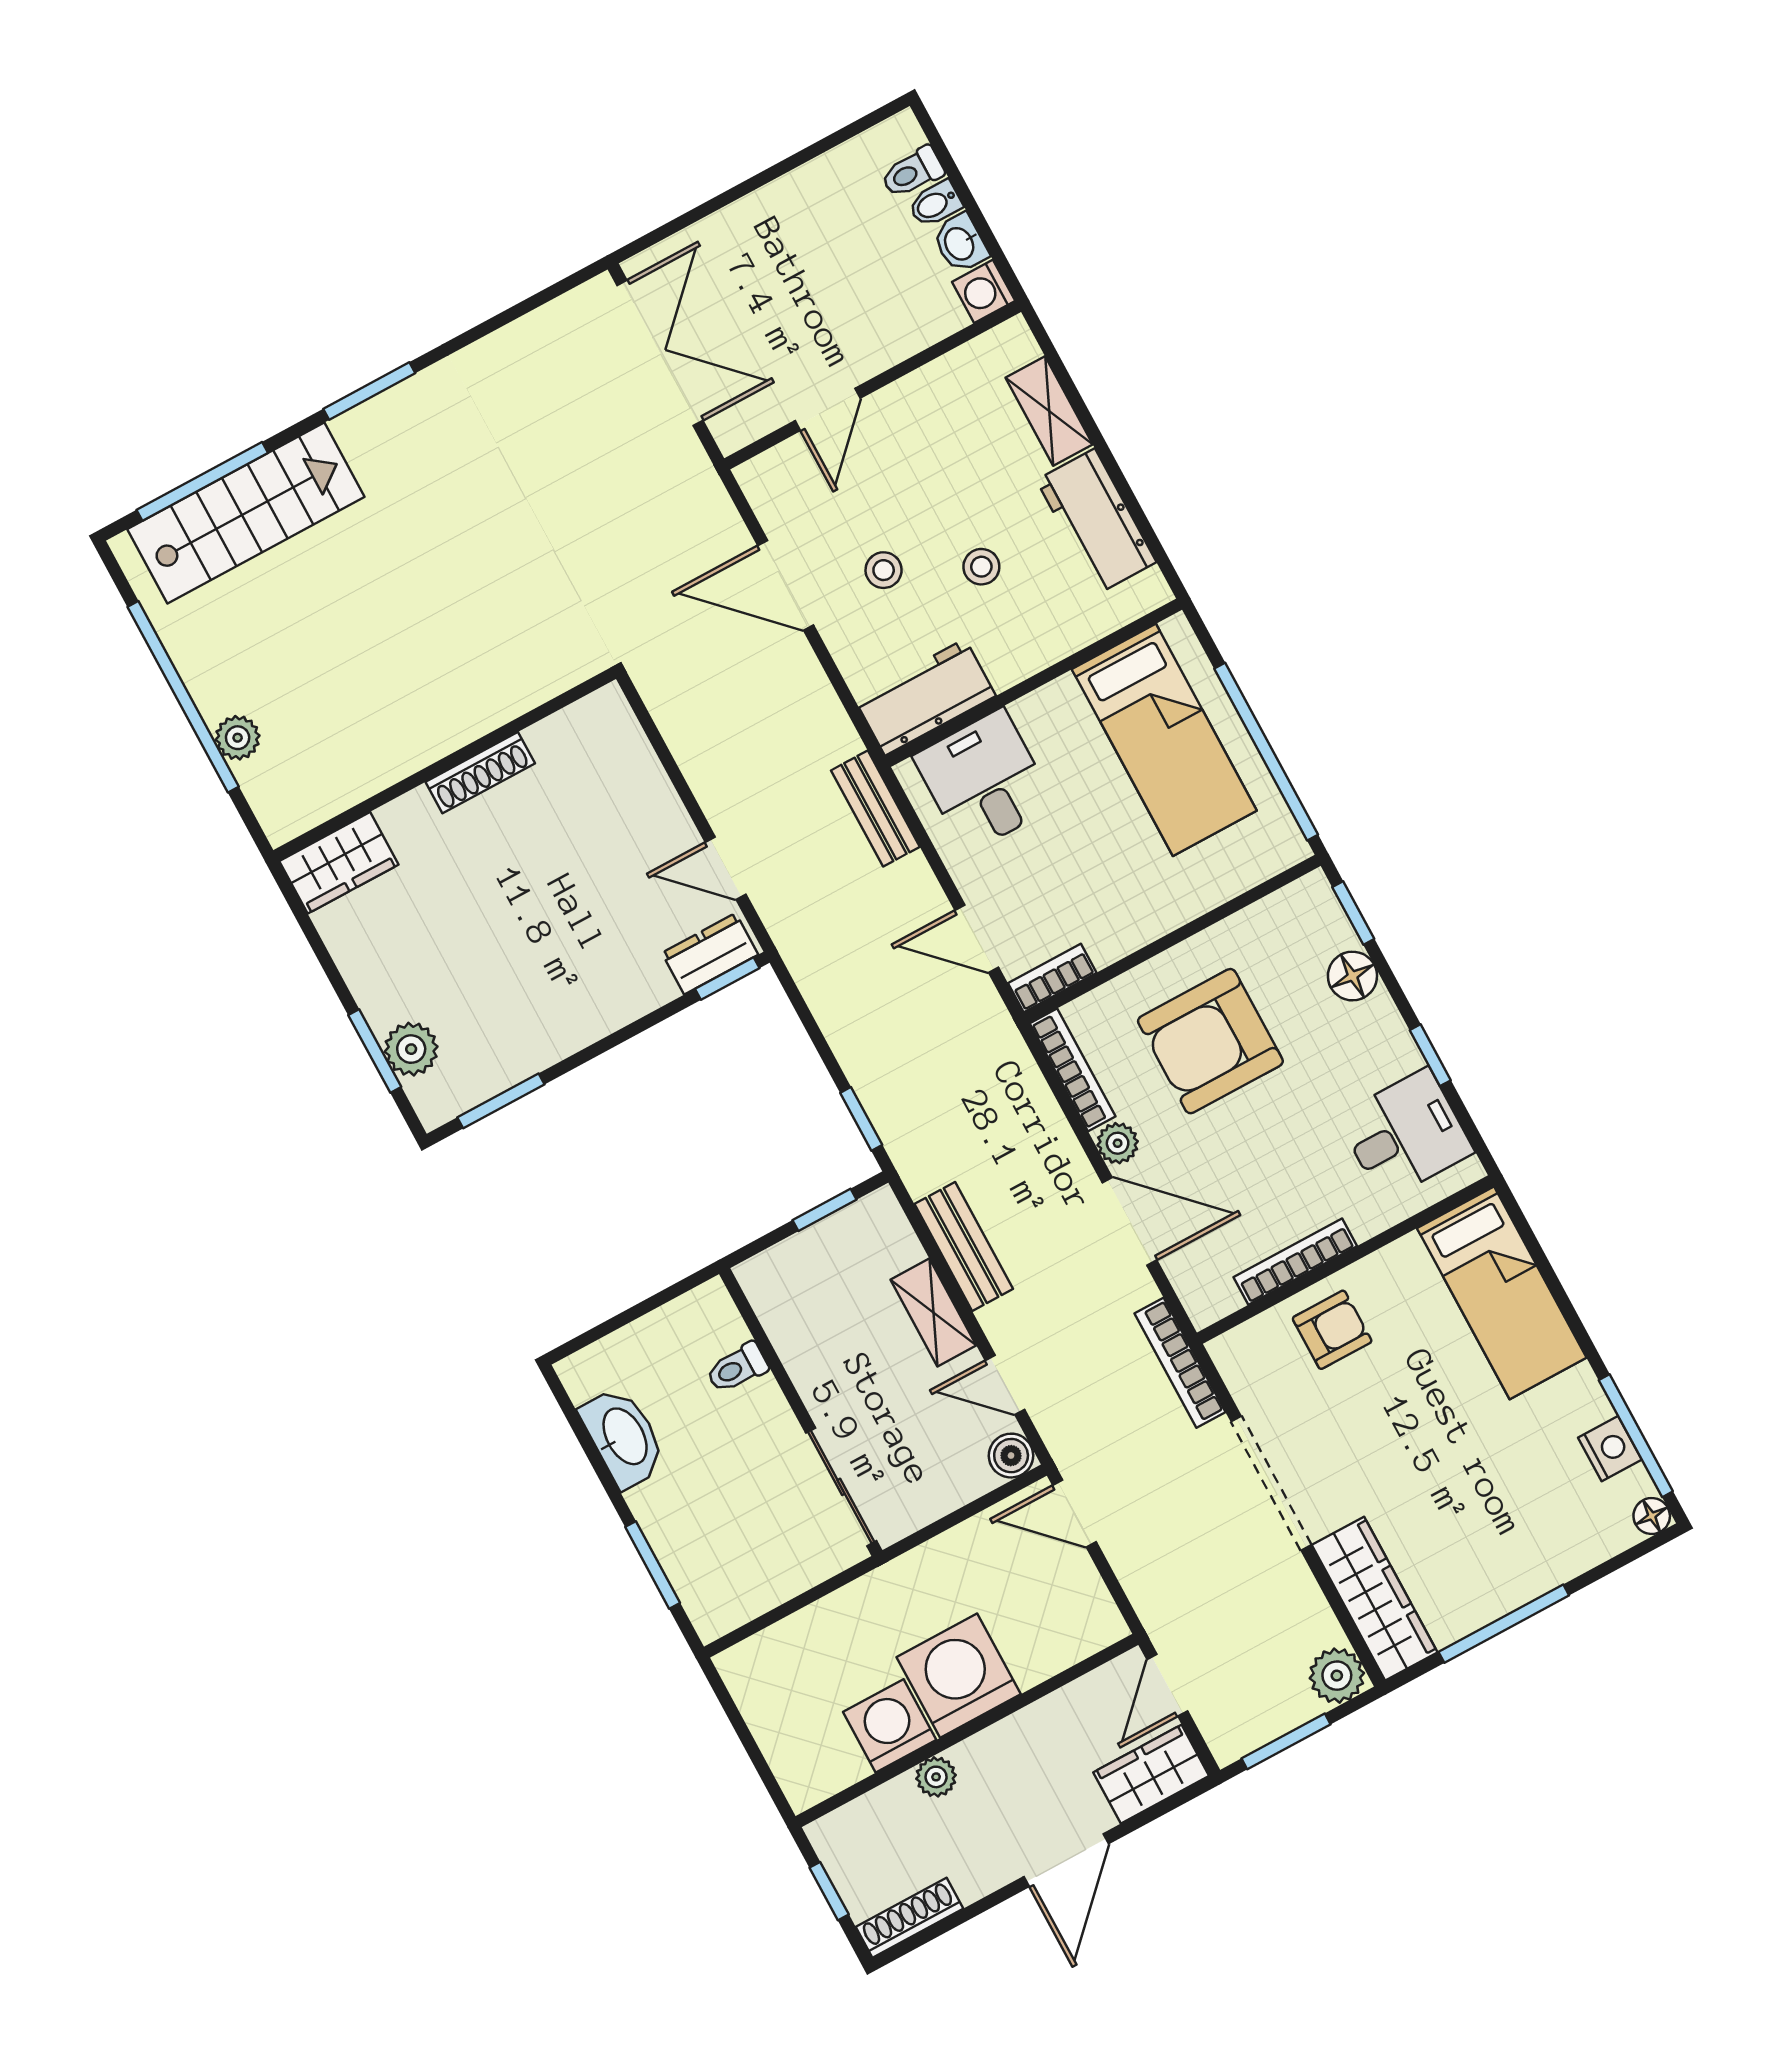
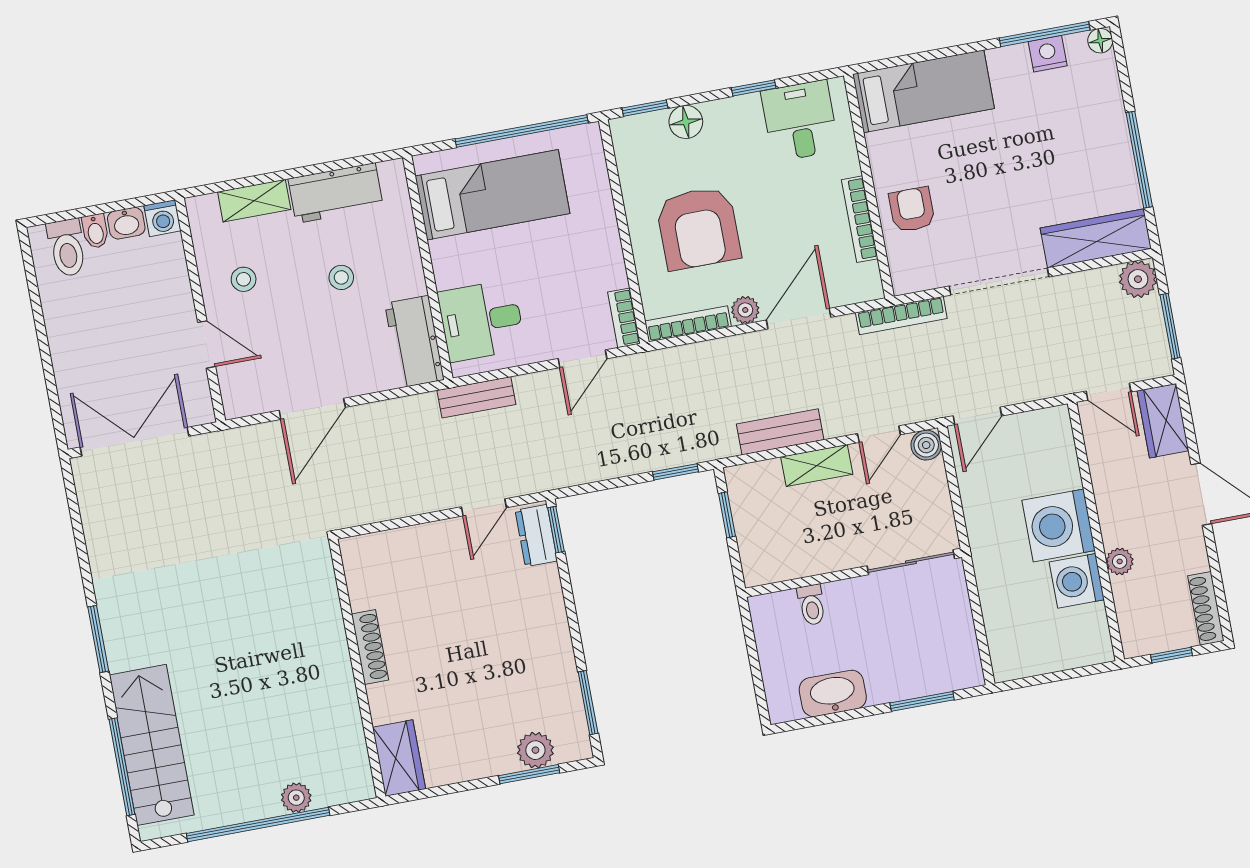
toilet: (912, 172) -> (67, 248), width x1.37, depth x1.39
stool: (884, 570) -> (244, 279), moved

